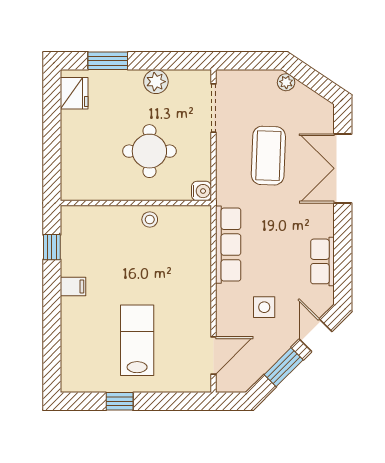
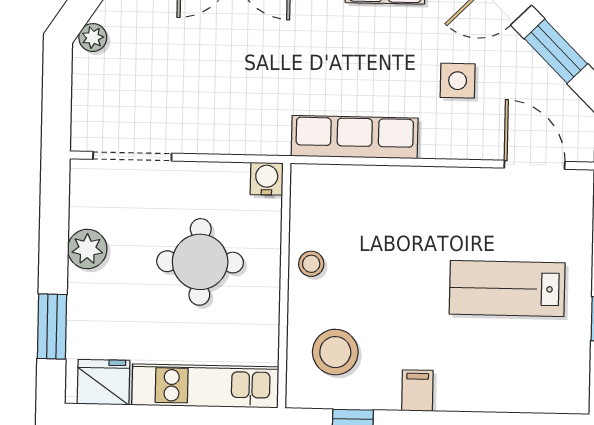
kitchen unit: (73, 156) -> (205, 386), added
coffee table: (268, 156) -> (211, 69), removed
stool: (96, 235) -> (335, 352), added

